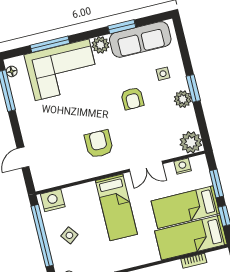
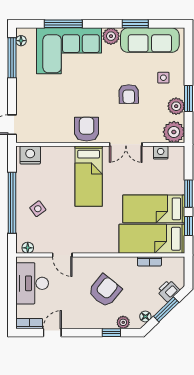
plant: (191, 142) -> (174, 132), moved
double door: (146, 166) -> (126, 144), moved
nightstand: (183, 166) -> (161, 153), moved
wall: (120, 173) -> (100, 144), moved
nightstand: (53, 200) -> (30, 155), moved
bed: (116, 207) -> (89, 176), moved

